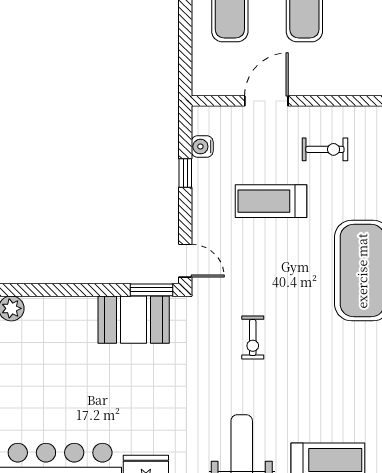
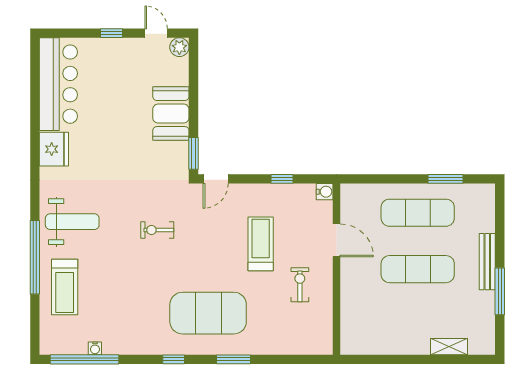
water cooler: (202, 147) -> (325, 192), moved, turned 90
exercise bike: (325, 149) -> (300, 285), turned 180
booth: (134, 320) -> (171, 114), moved

